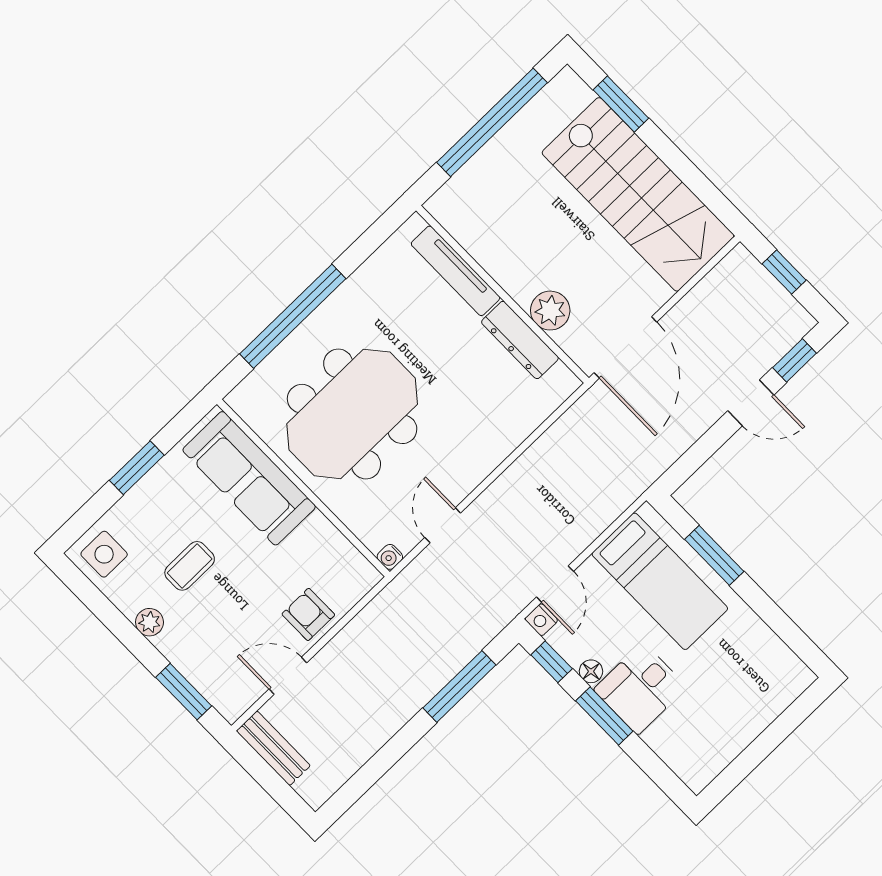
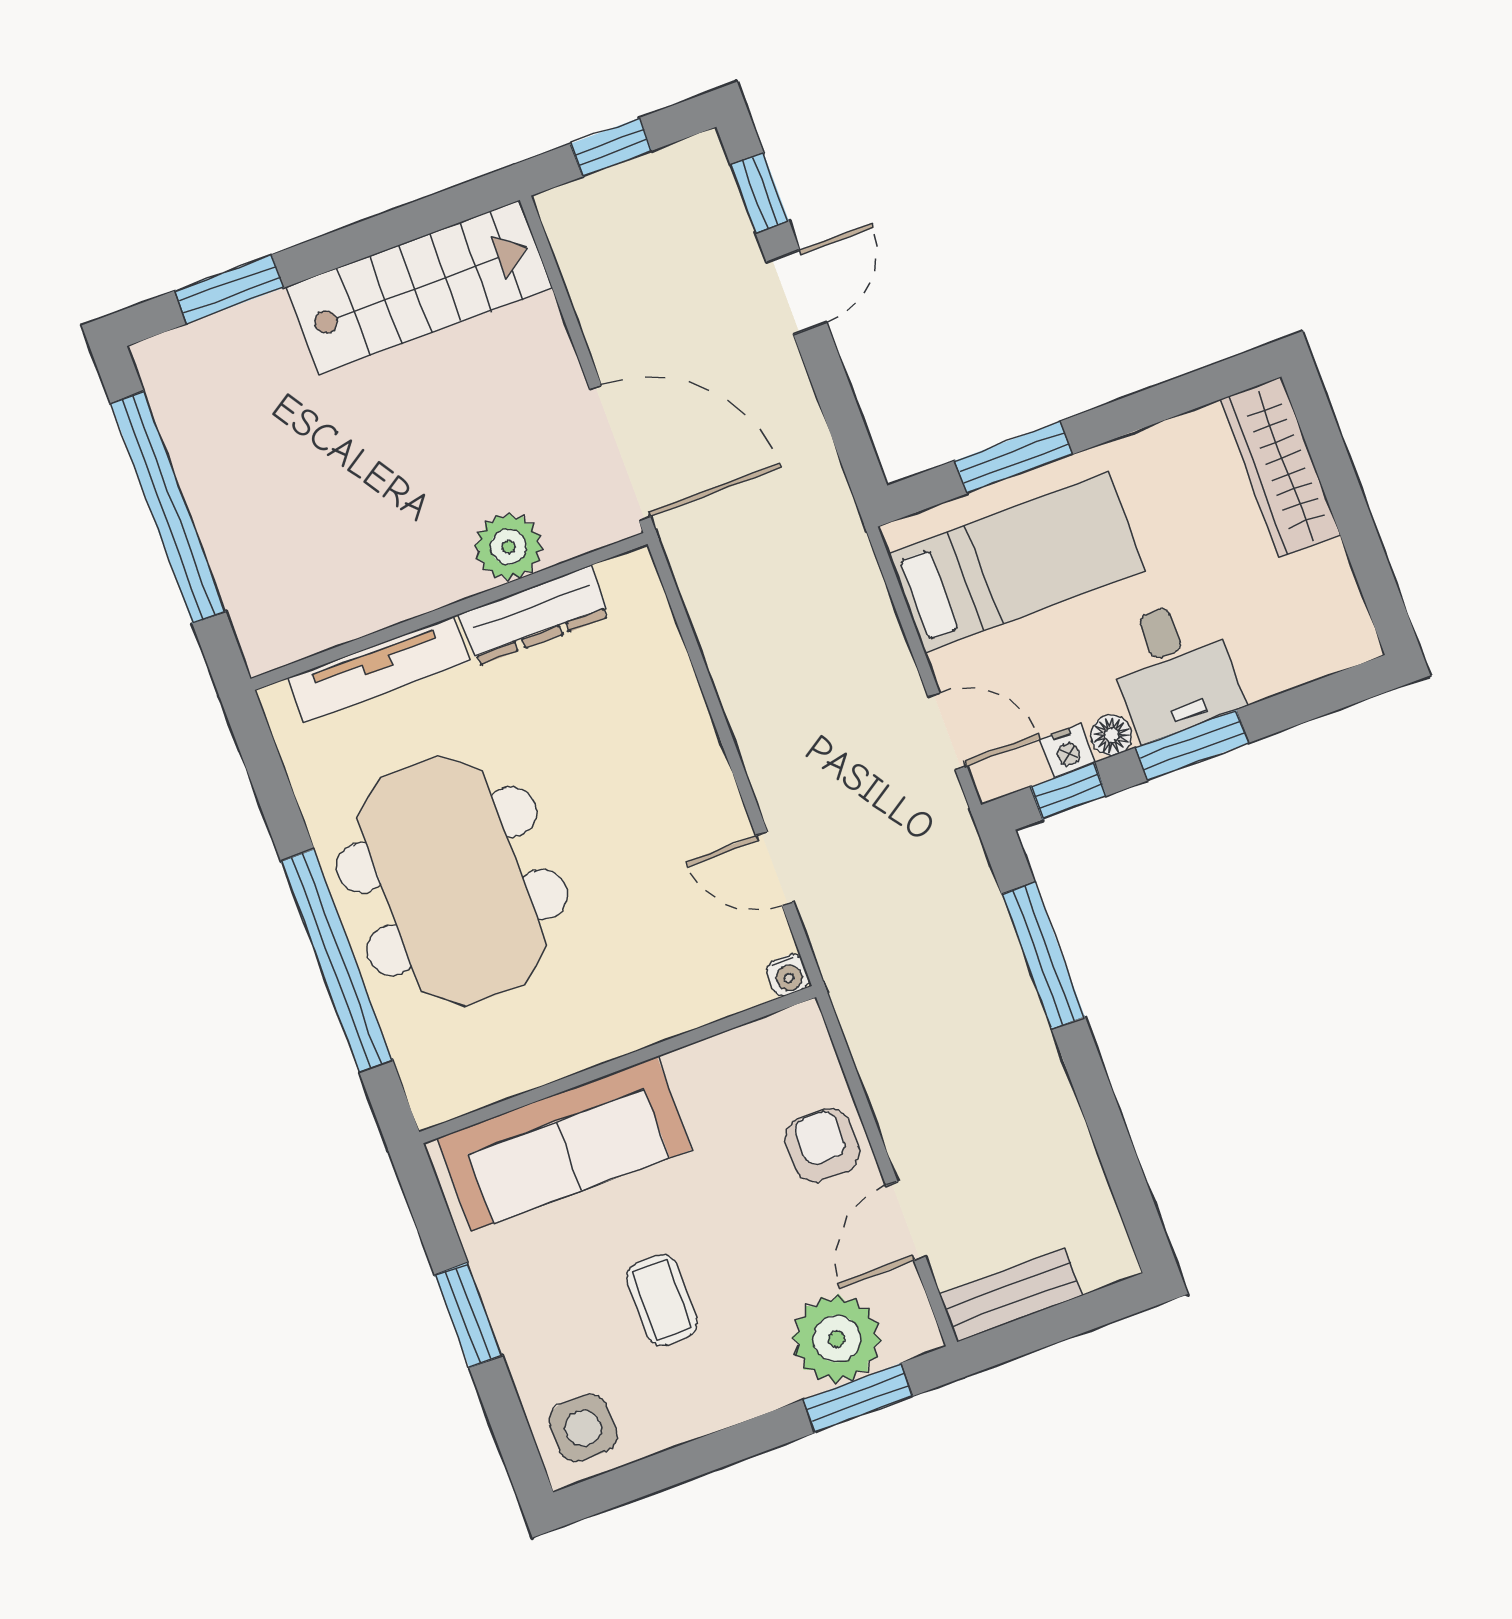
stairs: (638, 194) -> (419, 287), width x0.73, depth x0.66
meeting table: (352, 414) -> (452, 881), moved
armchair: (308, 614) -> (823, 1145), turned 90
nightstand: (541, 620) -> (1067, 751), moved
plant: (149, 622) -> (837, 1339), moved, width x1.87, depth x1.87
wardrobe: (771, 698) -> (1280, 467), added

